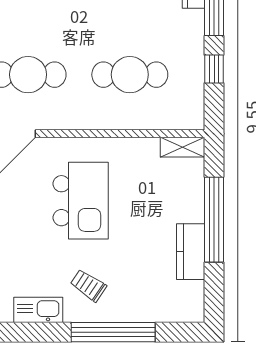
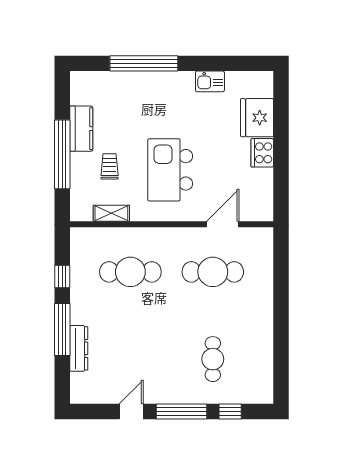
shelving: (183, 147) -> (111, 213), moved
trolley: (88, 285) -> (110, 166), moved, turned -124
kitchen sink: (38, 310) -> (210, 81), width x0.73

